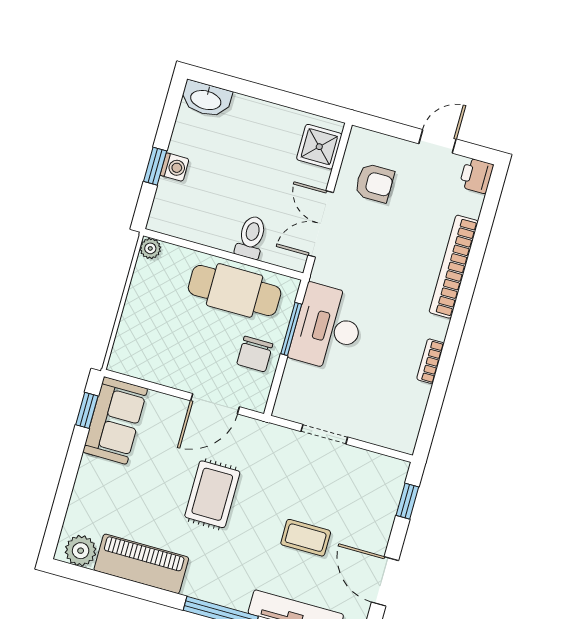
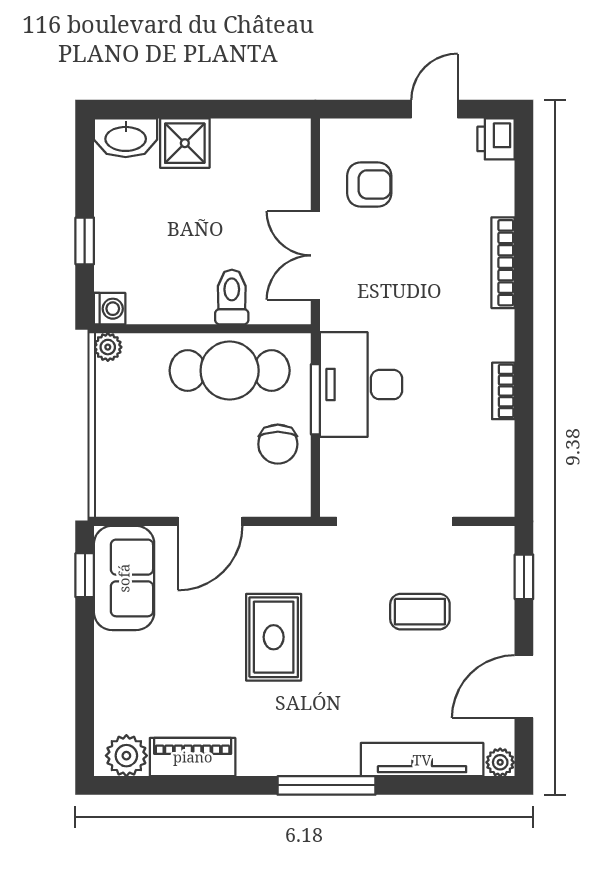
shower: (319, 147) -> (185, 143), moved
washing machine: (174, 167) -> (110, 309), moved
bookcase: (454, 267) -> (503, 263), width x0.68, depth x0.76
door: (215, 404) -> (210, 521), moved
doorway: (324, 434) -> (395, 521), width x1.87
coffee table: (306, 538) -> (420, 612), moved
piano: (141, 564) -> (193, 757), width x0.73, depth x0.75
door: (385, 581) -> (524, 687), hinge flipped

